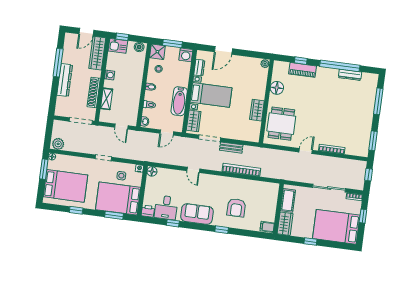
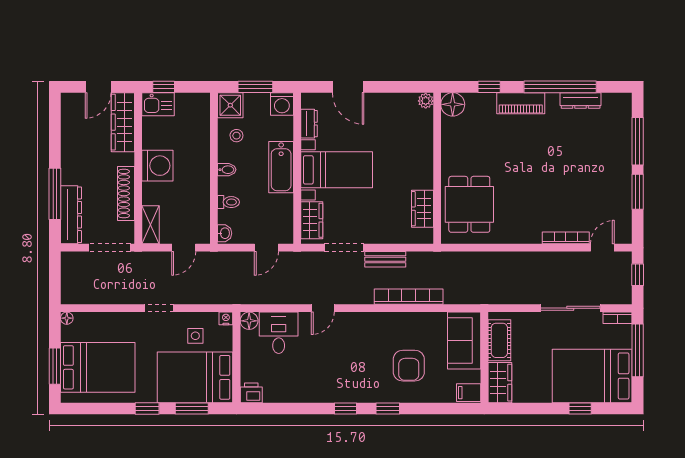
boiler: (139, 47) -> (196, 101), removed
door: (223, 50) -> (348, 87), hinge flipped
window: (58, 63) -> (55, 194), moved
piano: (303, 70) -> (521, 103), moved
washing machine: (110, 75) -> (157, 166), width x1.89, depth x1.89
dresser: (65, 80) -> (71, 215), moved
floor lamp: (277, 88) -> (453, 104), moved
shelving: (107, 99) -> (151, 225), moved
bathtub: (179, 101) -> (281, 167), moved
wardrobe: (257, 110) -> (422, 209), moved
door: (121, 126) -> (184, 248), hinge flipped
window: (373, 141) -> (638, 192), moved
plant: (58, 144) -> (75, 294), removed
door: (306, 151) -> (602, 248), moved
window: (44, 169) -> (55, 366), moved
door: (193, 170) -> (323, 308), hinge flipped
desk: (166, 207) -> (279, 333), moved, turned 180
window: (76, 210) -> (147, 408), moved
sofa: (197, 214) -> (464, 341), moved, turned -90
window: (363, 216) -> (638, 350), width x2.17
window: (173, 223) -> (346, 408), moved
window: (310, 242) -> (580, 408), moved

